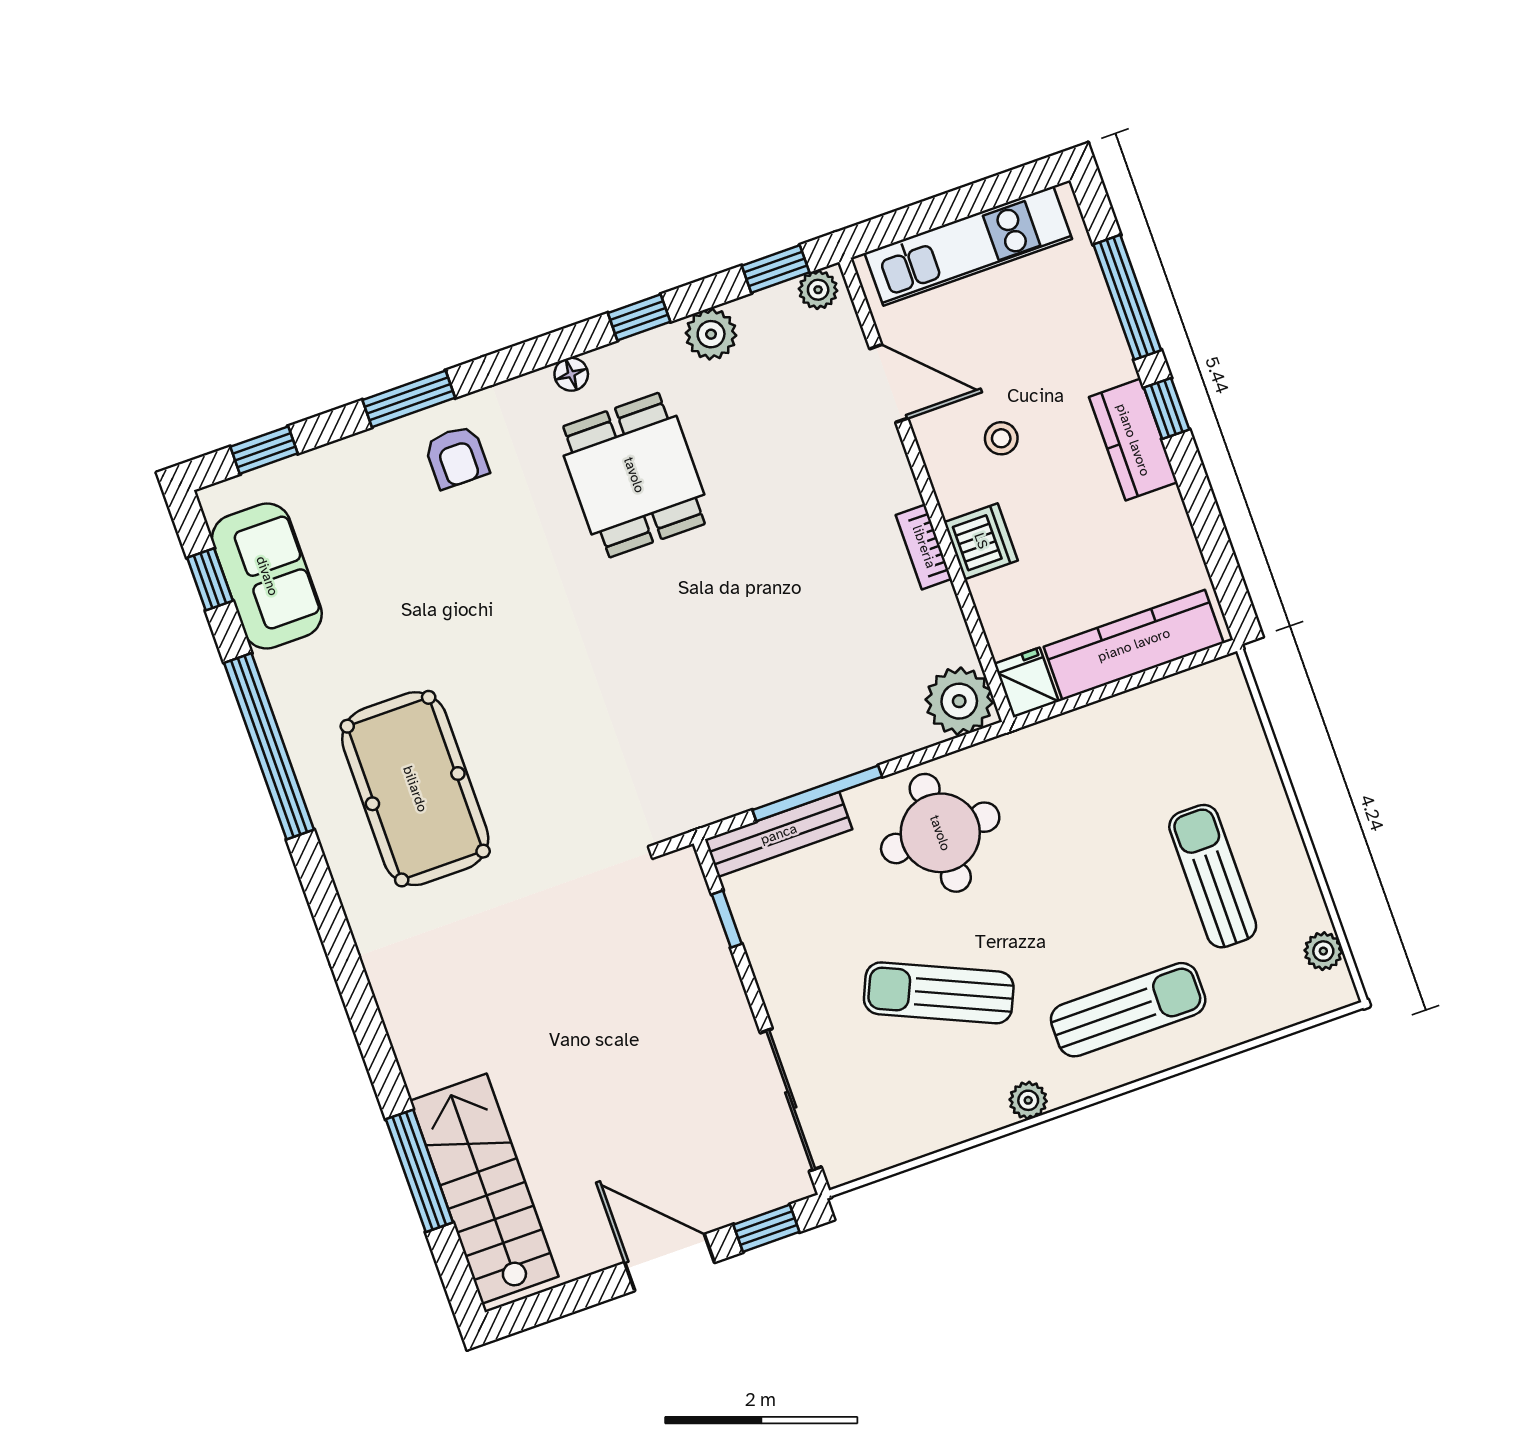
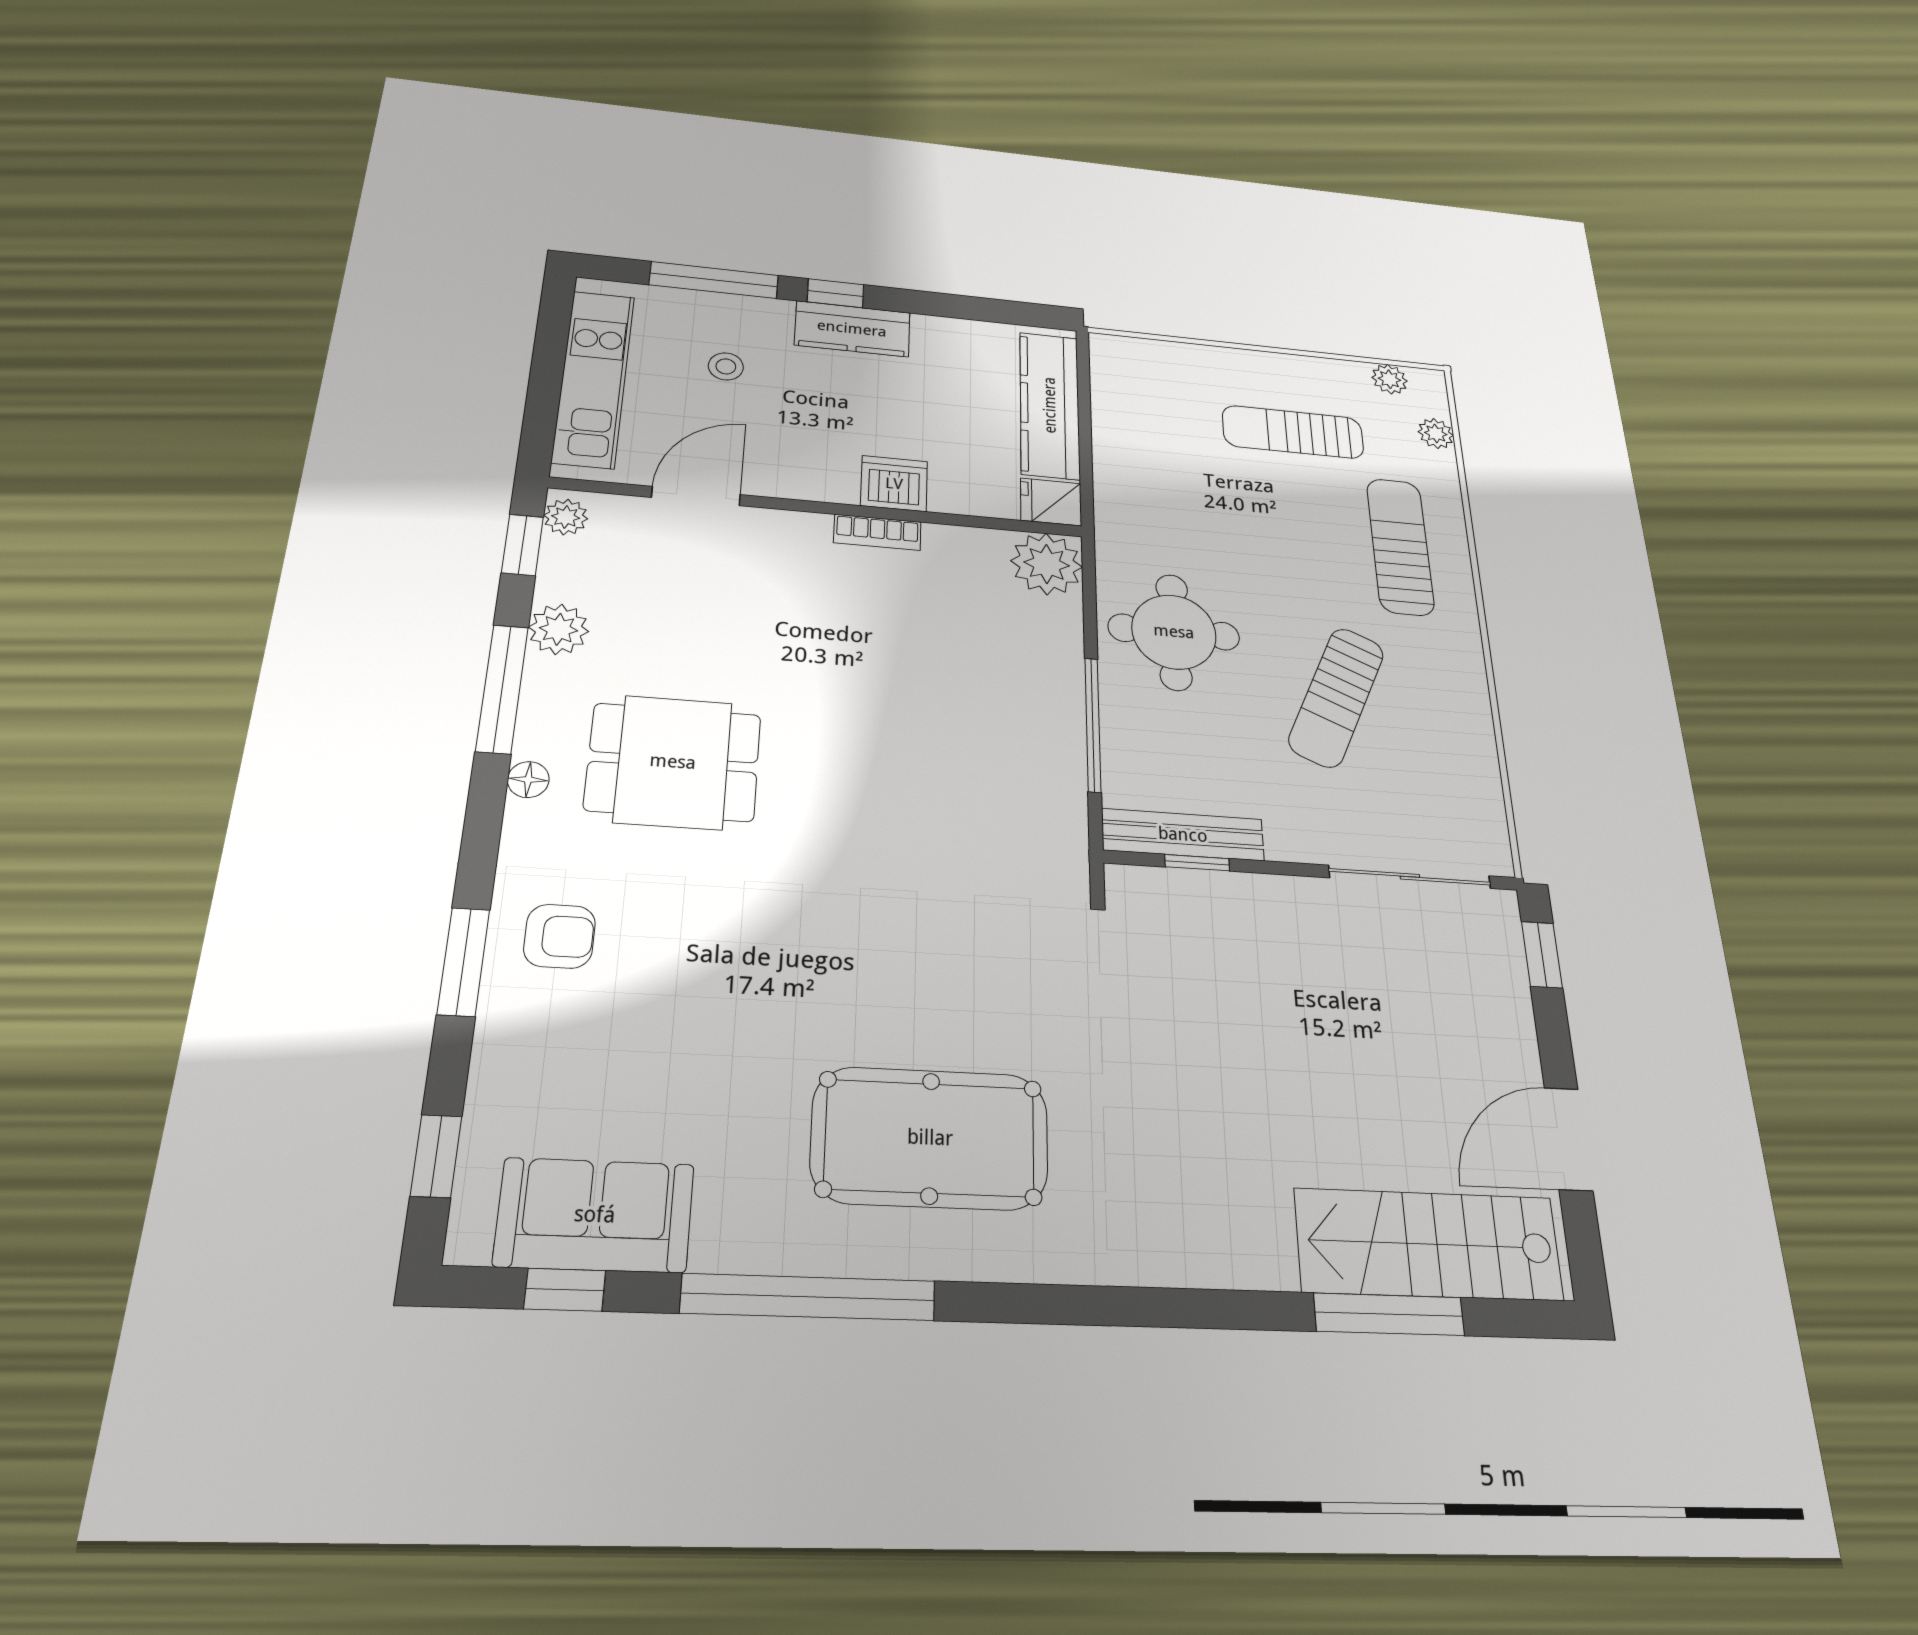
window: (639, 317) -> (502, 689), width x2.17
stool: (1001, 438) -> (726, 366), moved
bench: (779, 834) -> (1183, 835), moved, turned 90
plant: (1028, 1100) -> (1436, 434), moved
door: (670, 1262) -> (1568, 1139), moved

